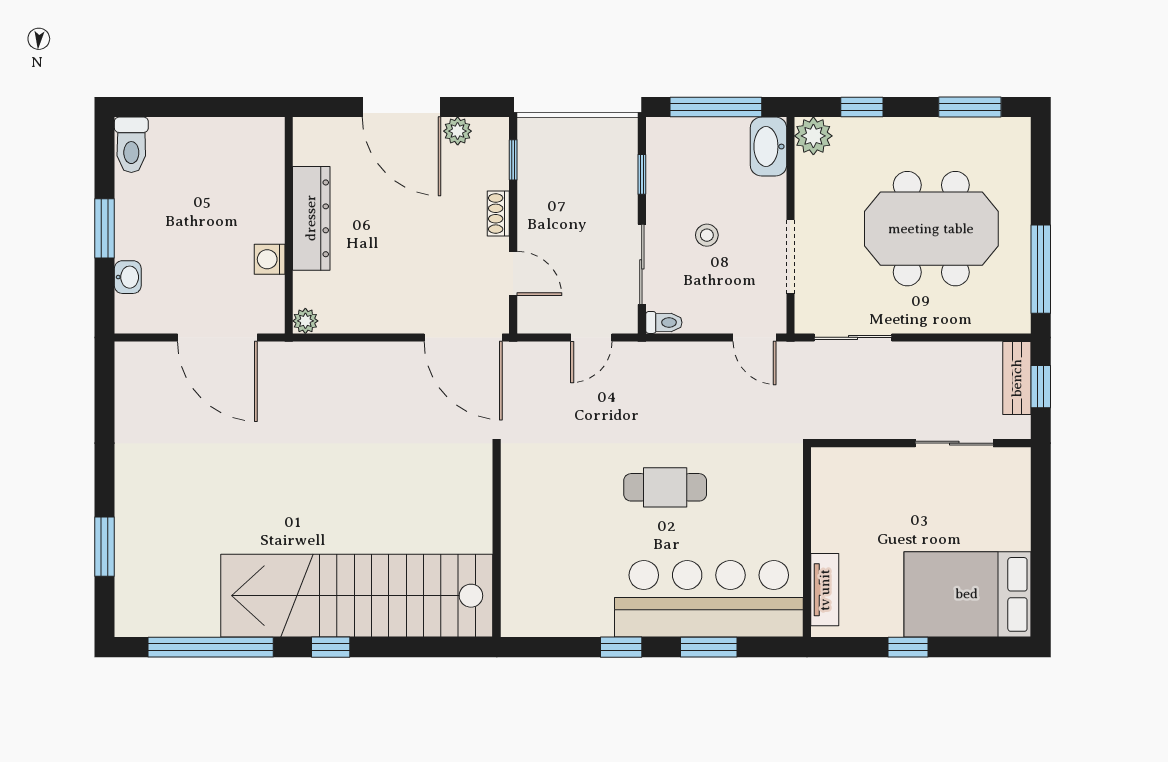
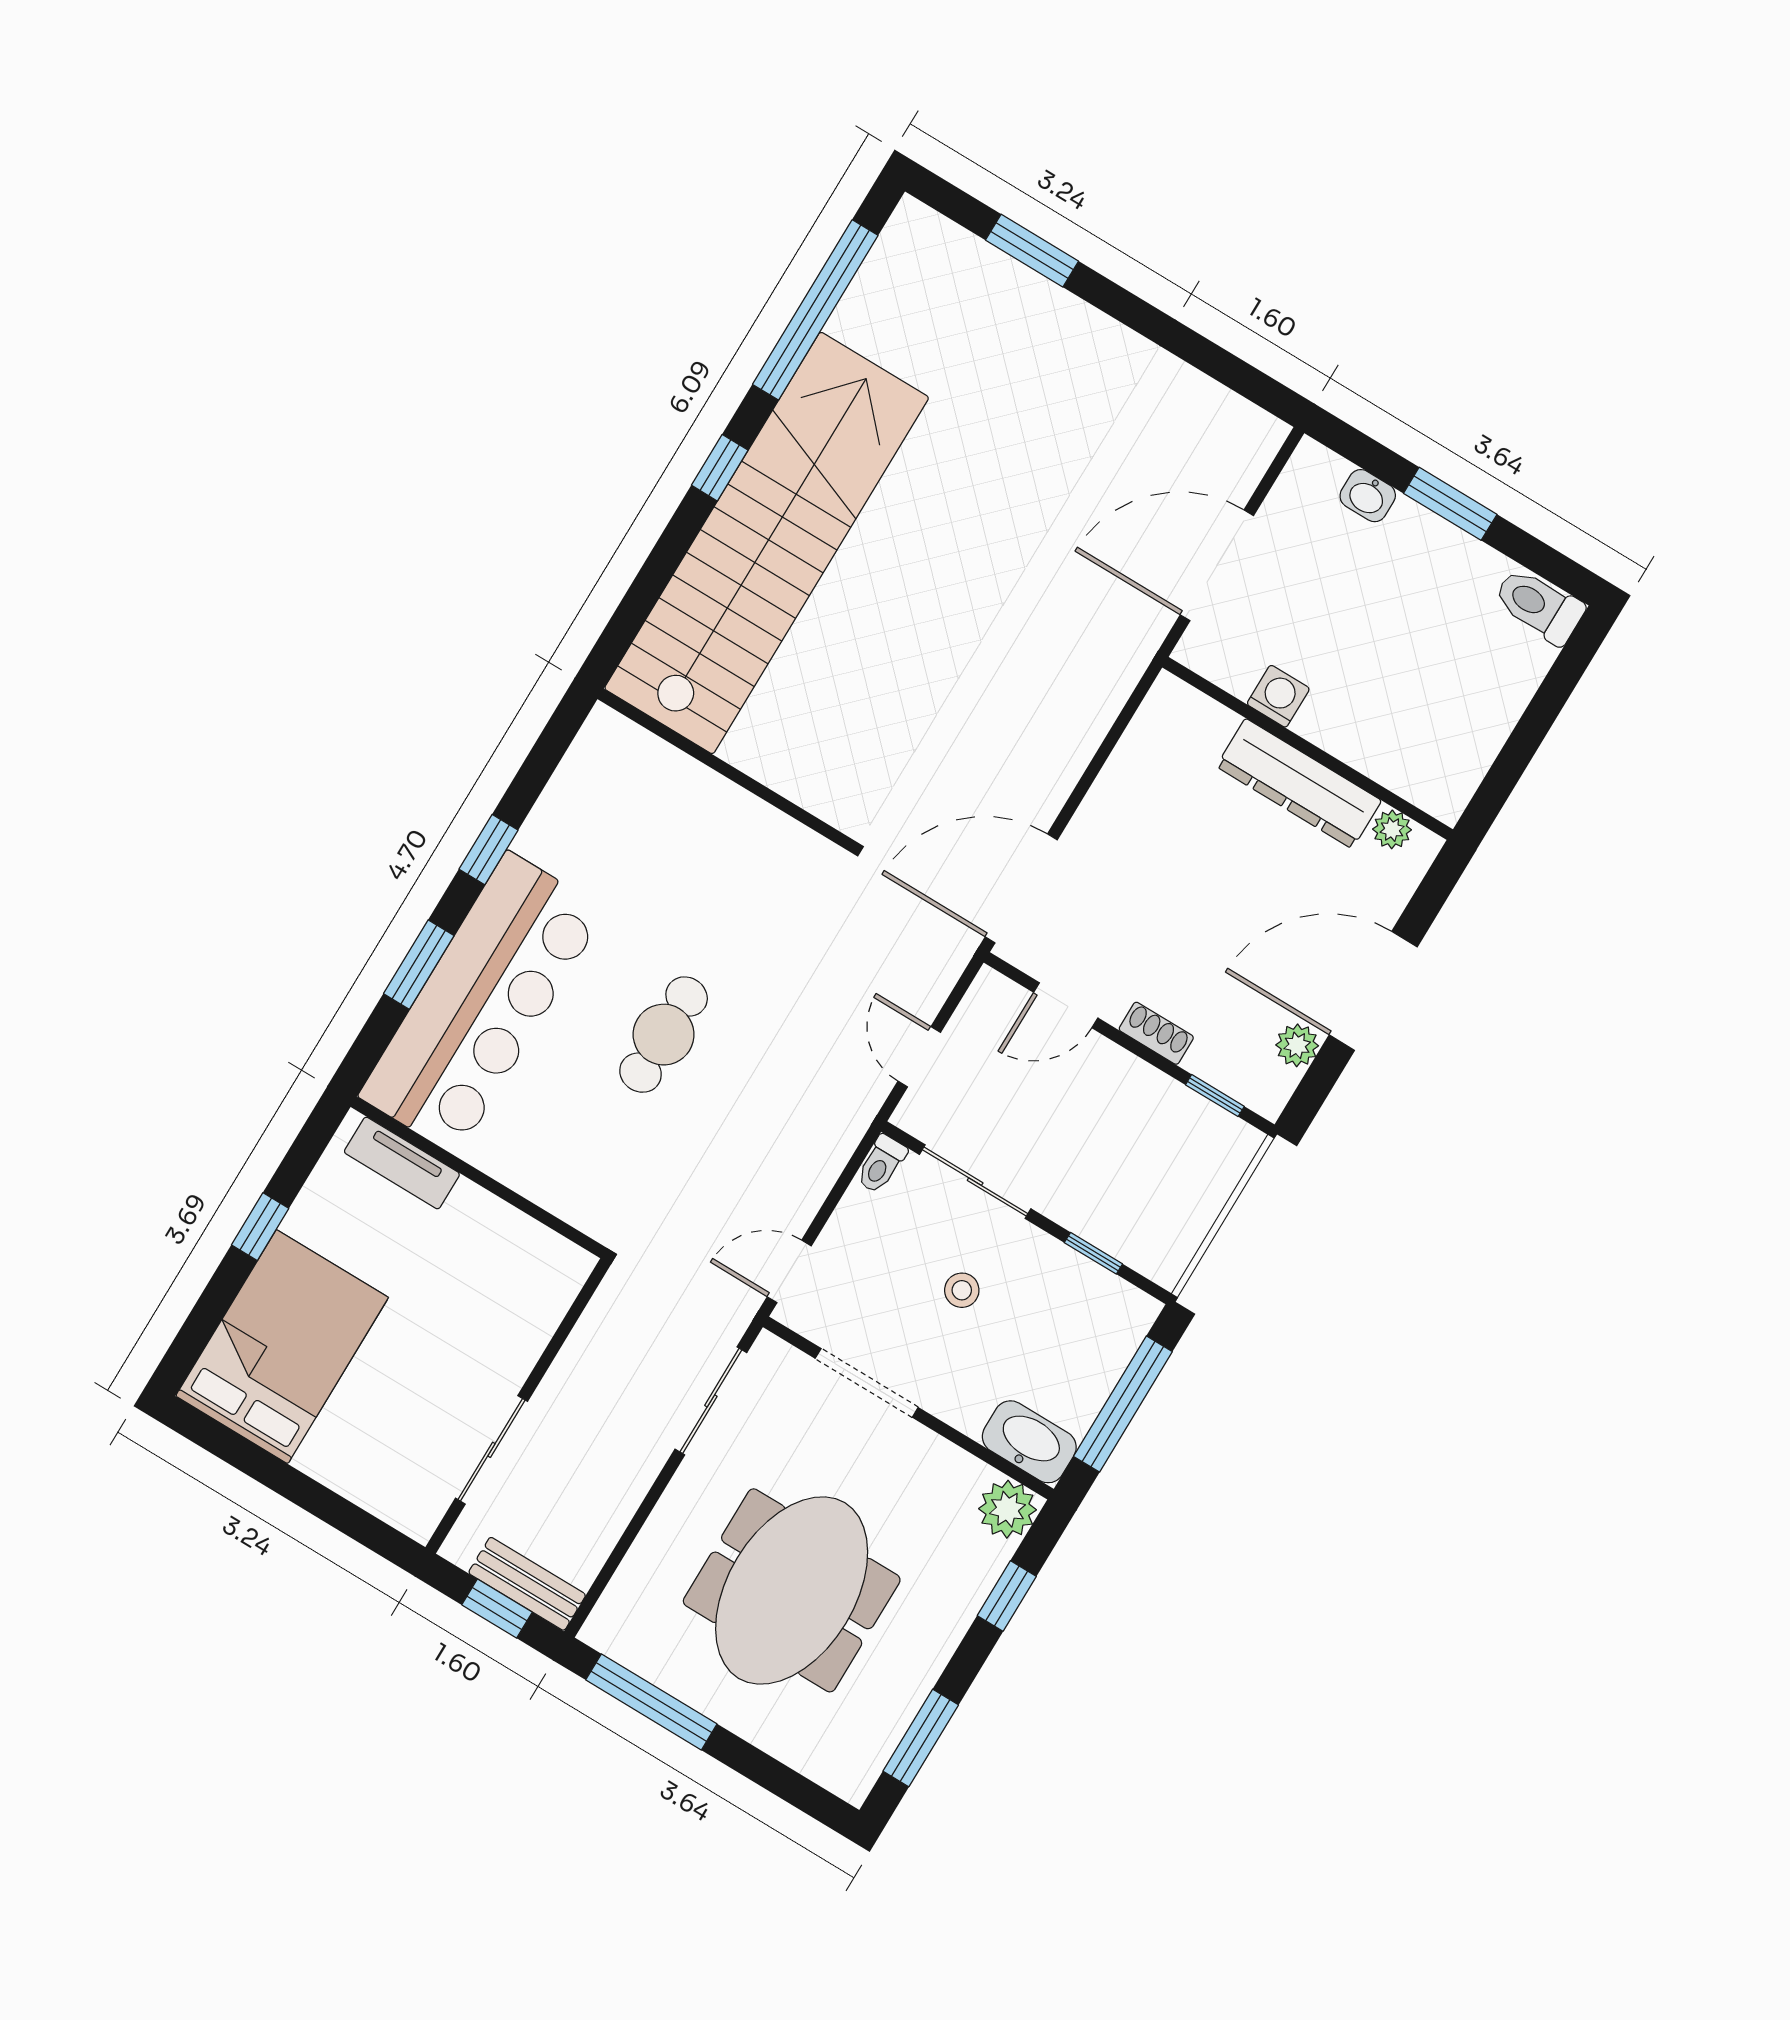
plant: (305, 321) -> (1392, 829), moved

